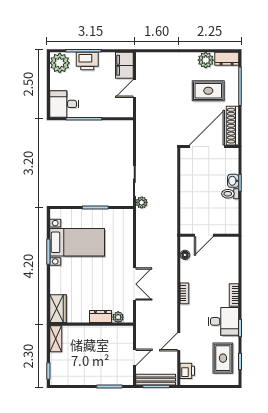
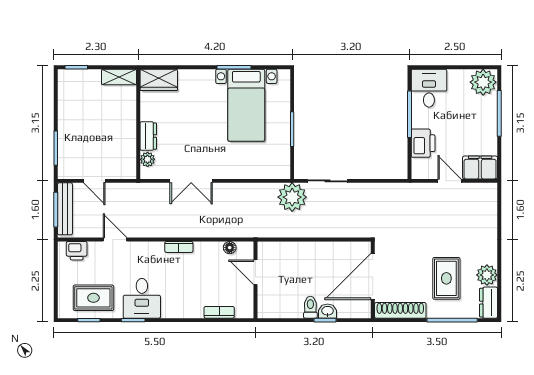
printer: (87, 61) -> (423, 143), moved, turned 180
door: (207, 147) -> (373, 276), swing flipped
plant: (142, 202) -> (292, 197), width x1.88, depth x1.88
bookcase: (234, 295) -> (219, 312), moved

